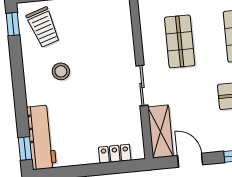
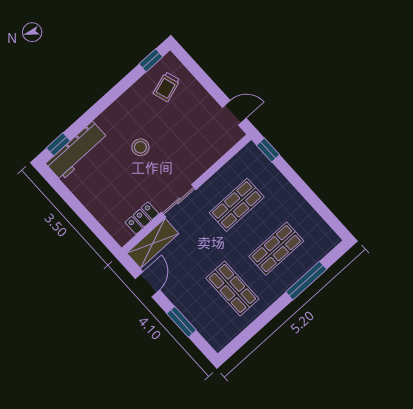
trolley: (43, 27) -> (167, 87), width x0.73, depth x0.72
stool: (61, 71) -> (140, 147), moved
locker: (115, 154) -> (142, 218), moved, turned -90

